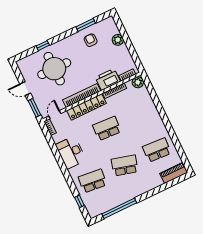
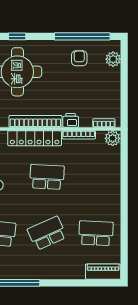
window: (86, 25) -> (82, 36), width x2.11
plant: (118, 40) -> (113, 59), moved
printer: (108, 79) -> (71, 120), width x0.53, depth x0.68
school desk: (125, 165) -> (47, 233), turned -39

